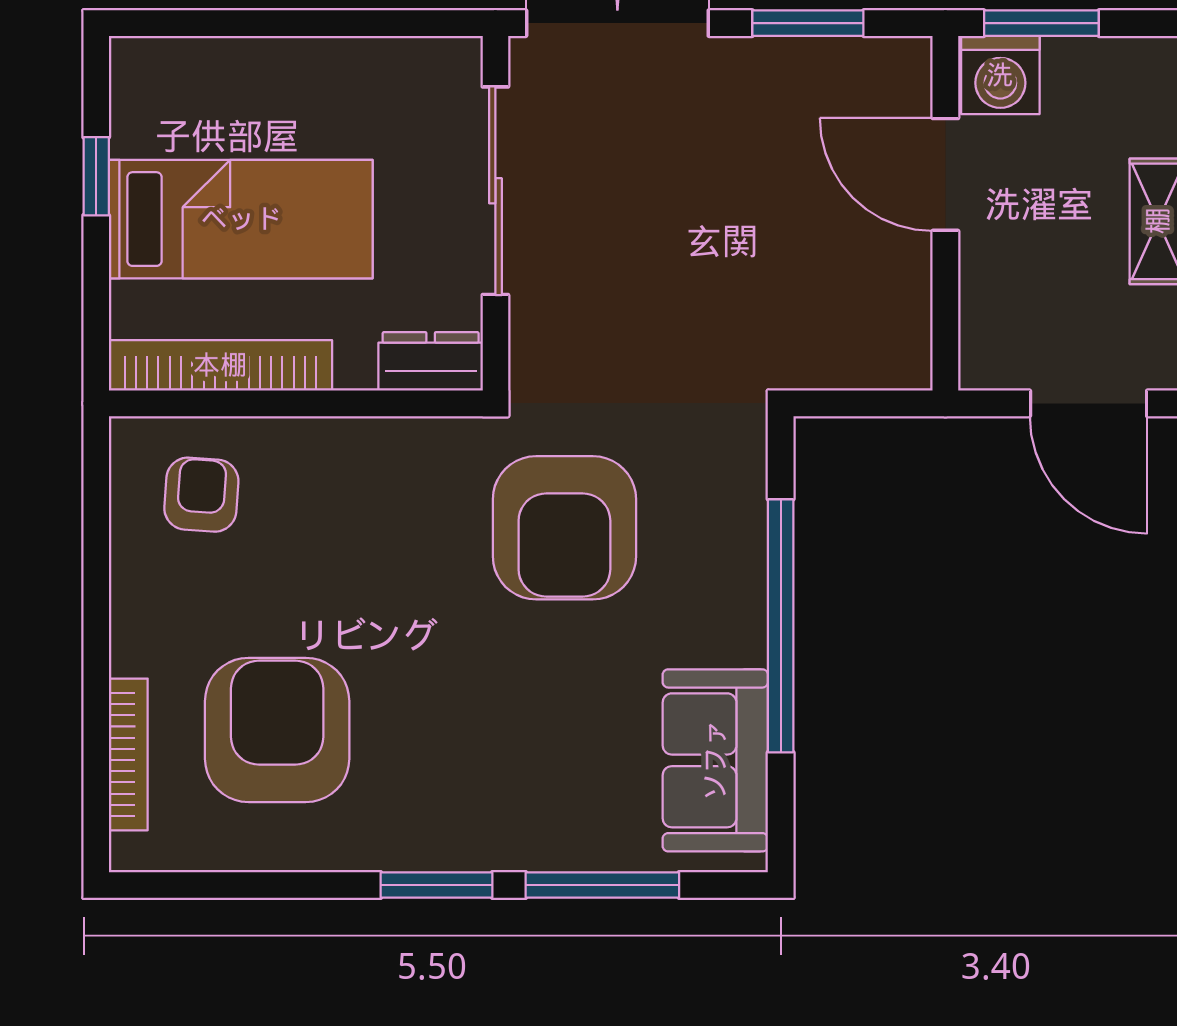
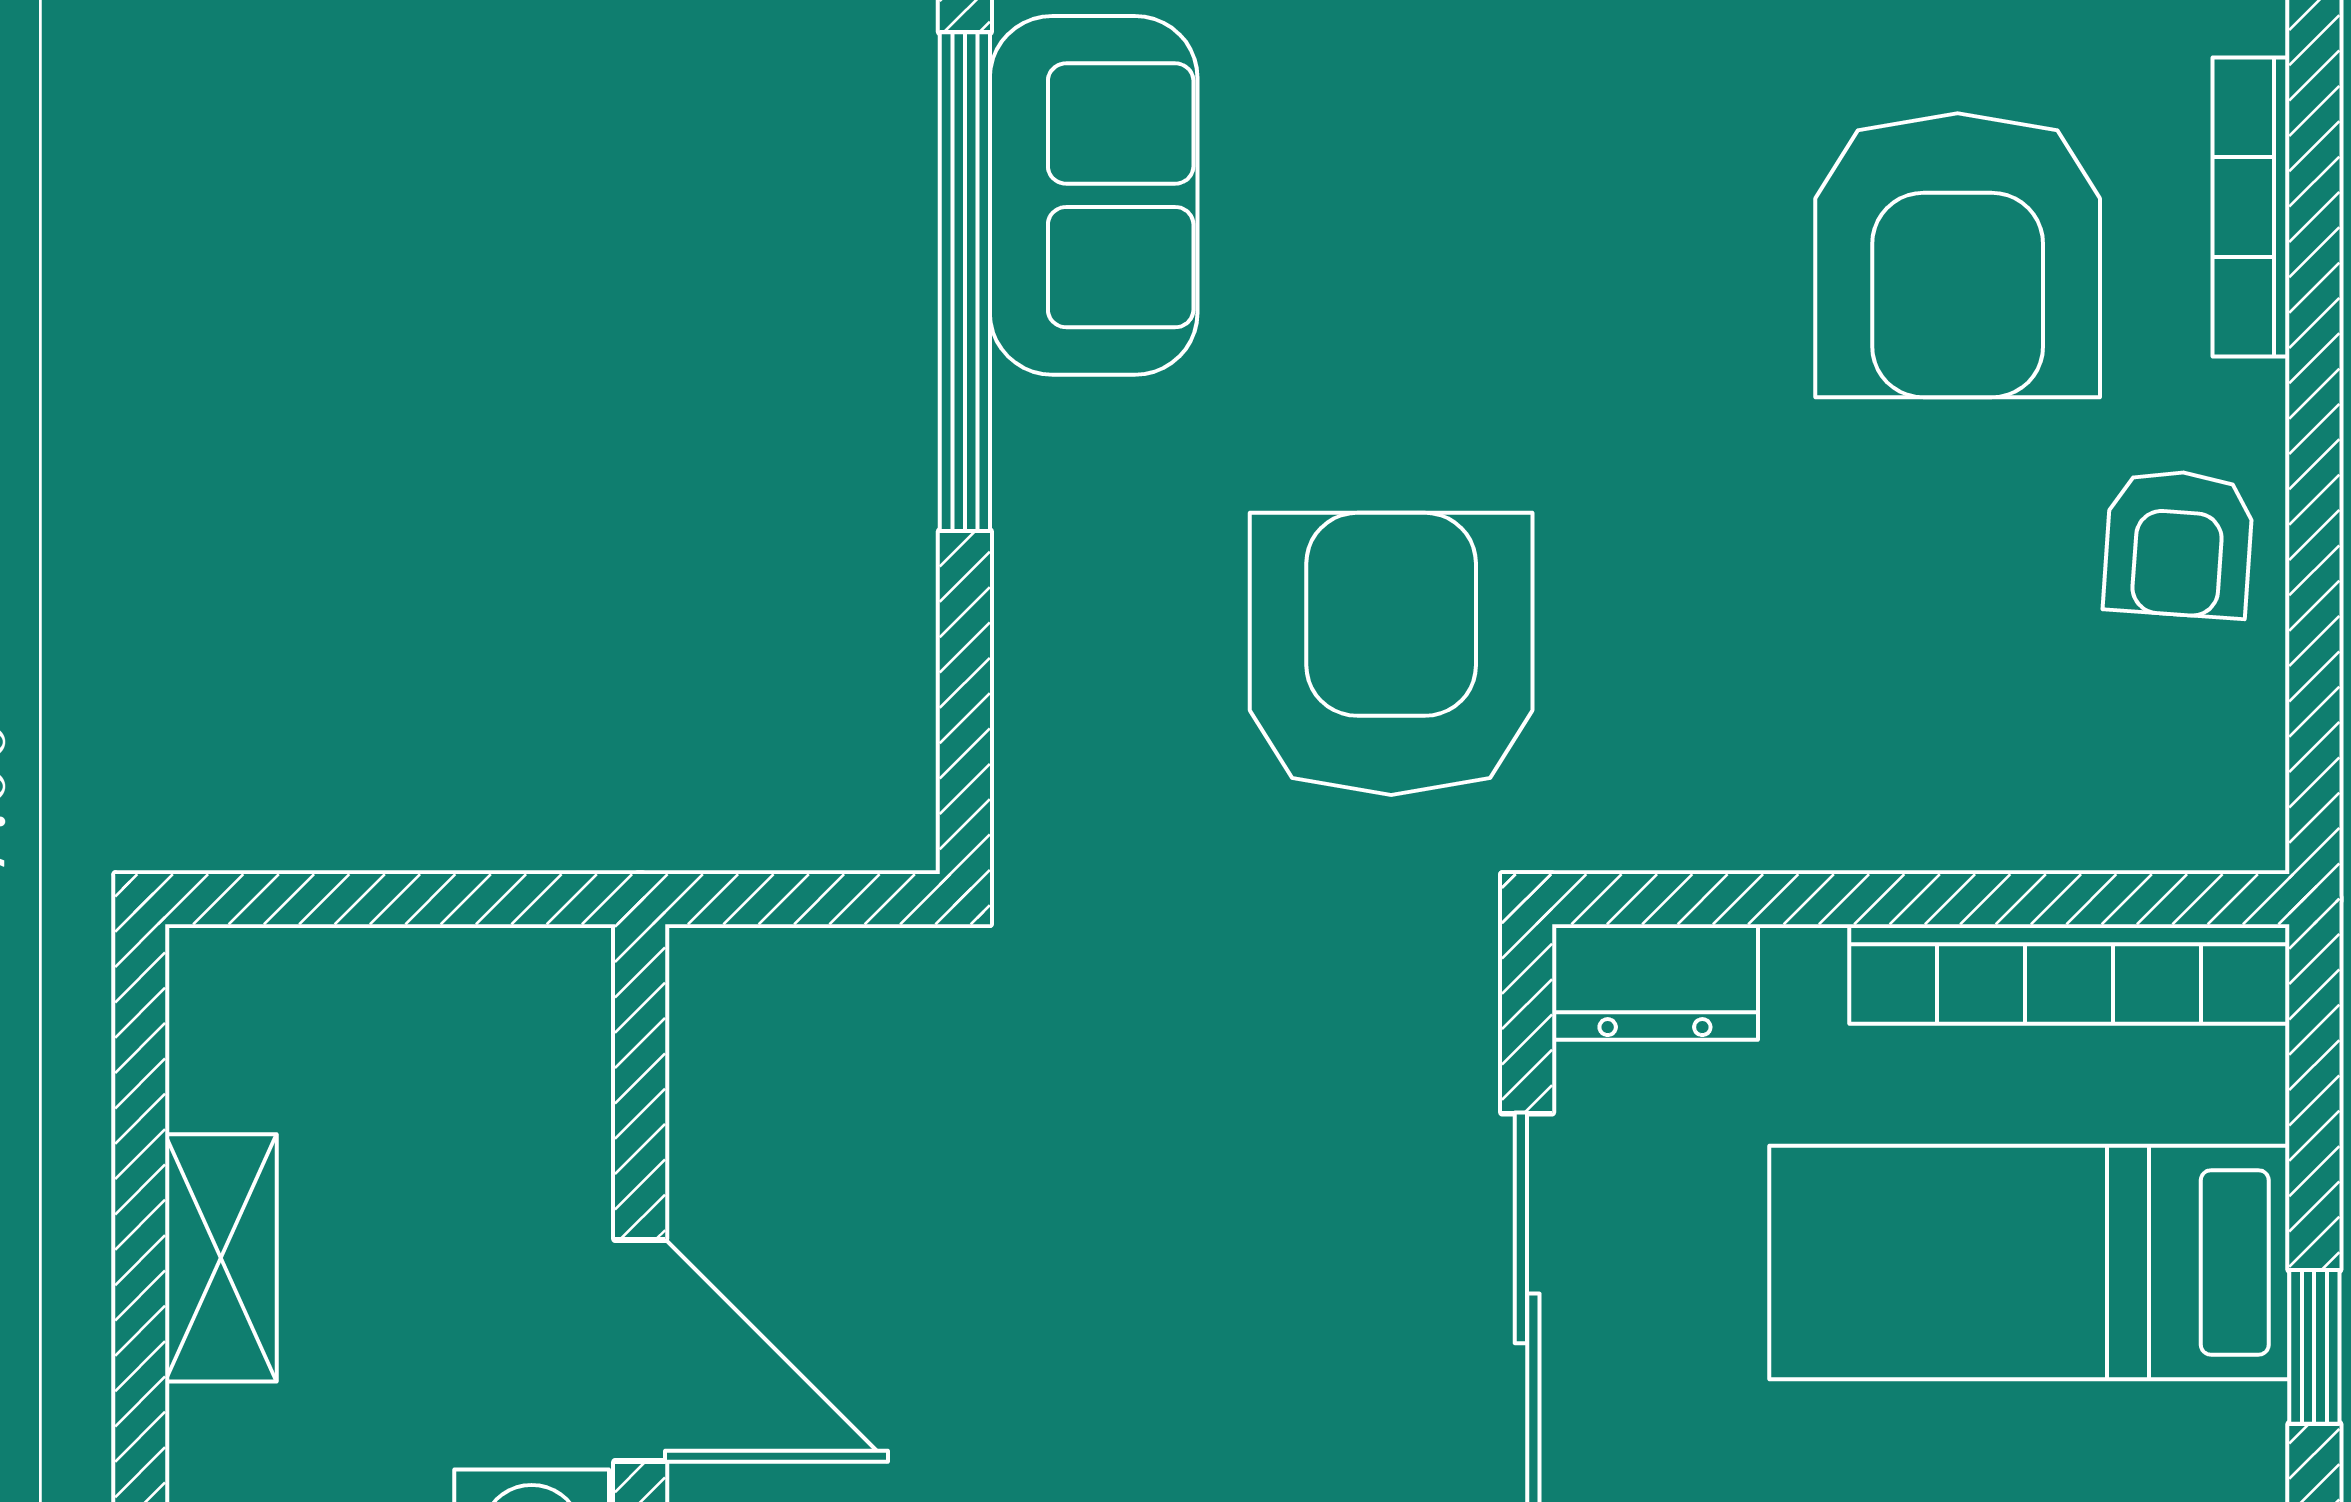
door: (1089, 403) -> (358, 899), removed
armchair: (201, 495) -> (2178, 543), moved
window: (781, 626) -> (965, 282), moved

